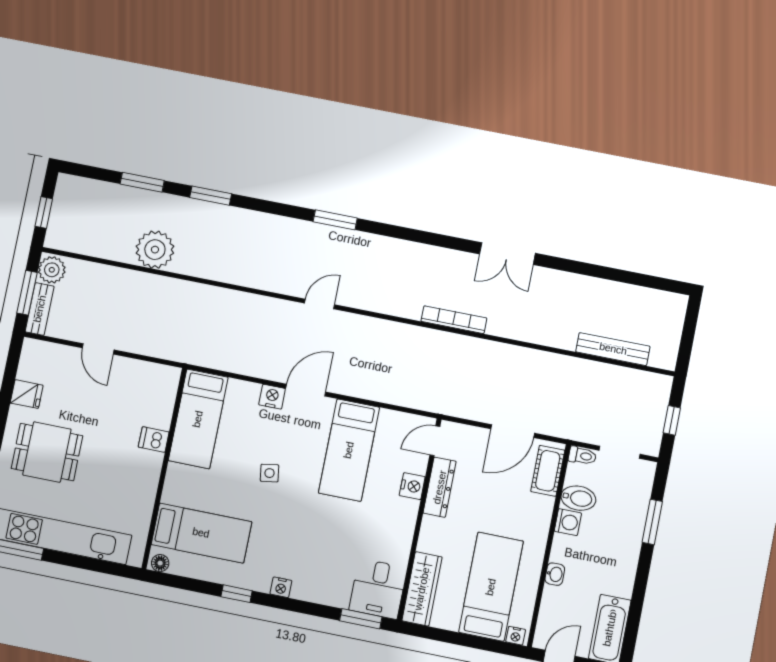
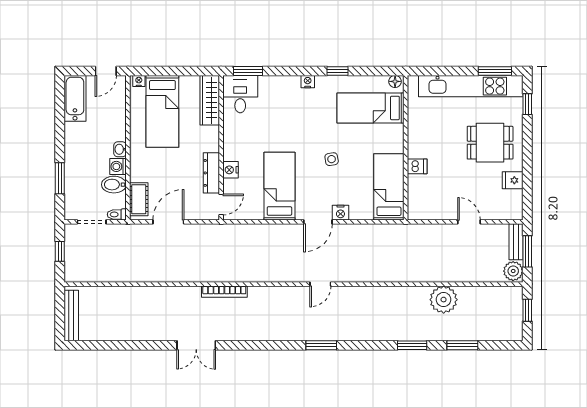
double door: (507, 254) -> (196, 345), swing flipped
bench: (613, 349) -> (71, 316), moved, turned 90
washbasin: (555, 574) -> (120, 149), moved

